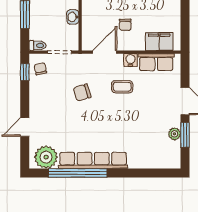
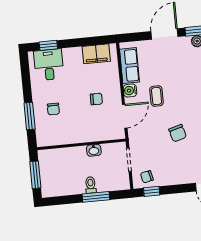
filing cabinet: (159, 41) -> (96, 54), moved, turned -90
toilet: (38, 45) -> (91, 185), moved
door: (105, 52) -> (125, 116), swing flipped
chair: (82, 93) -> (178, 133), moved

